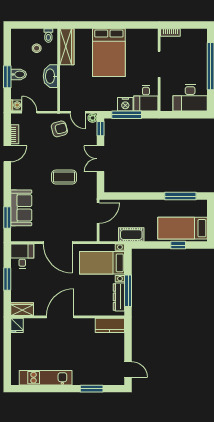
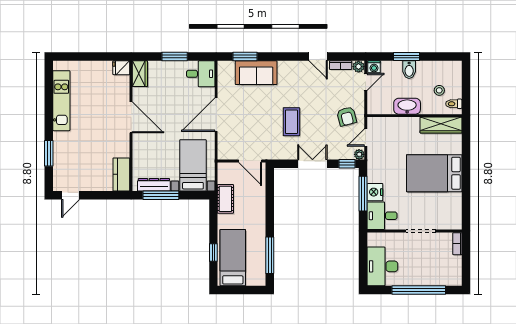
plant: (16, 119) -> (359, 67), added

